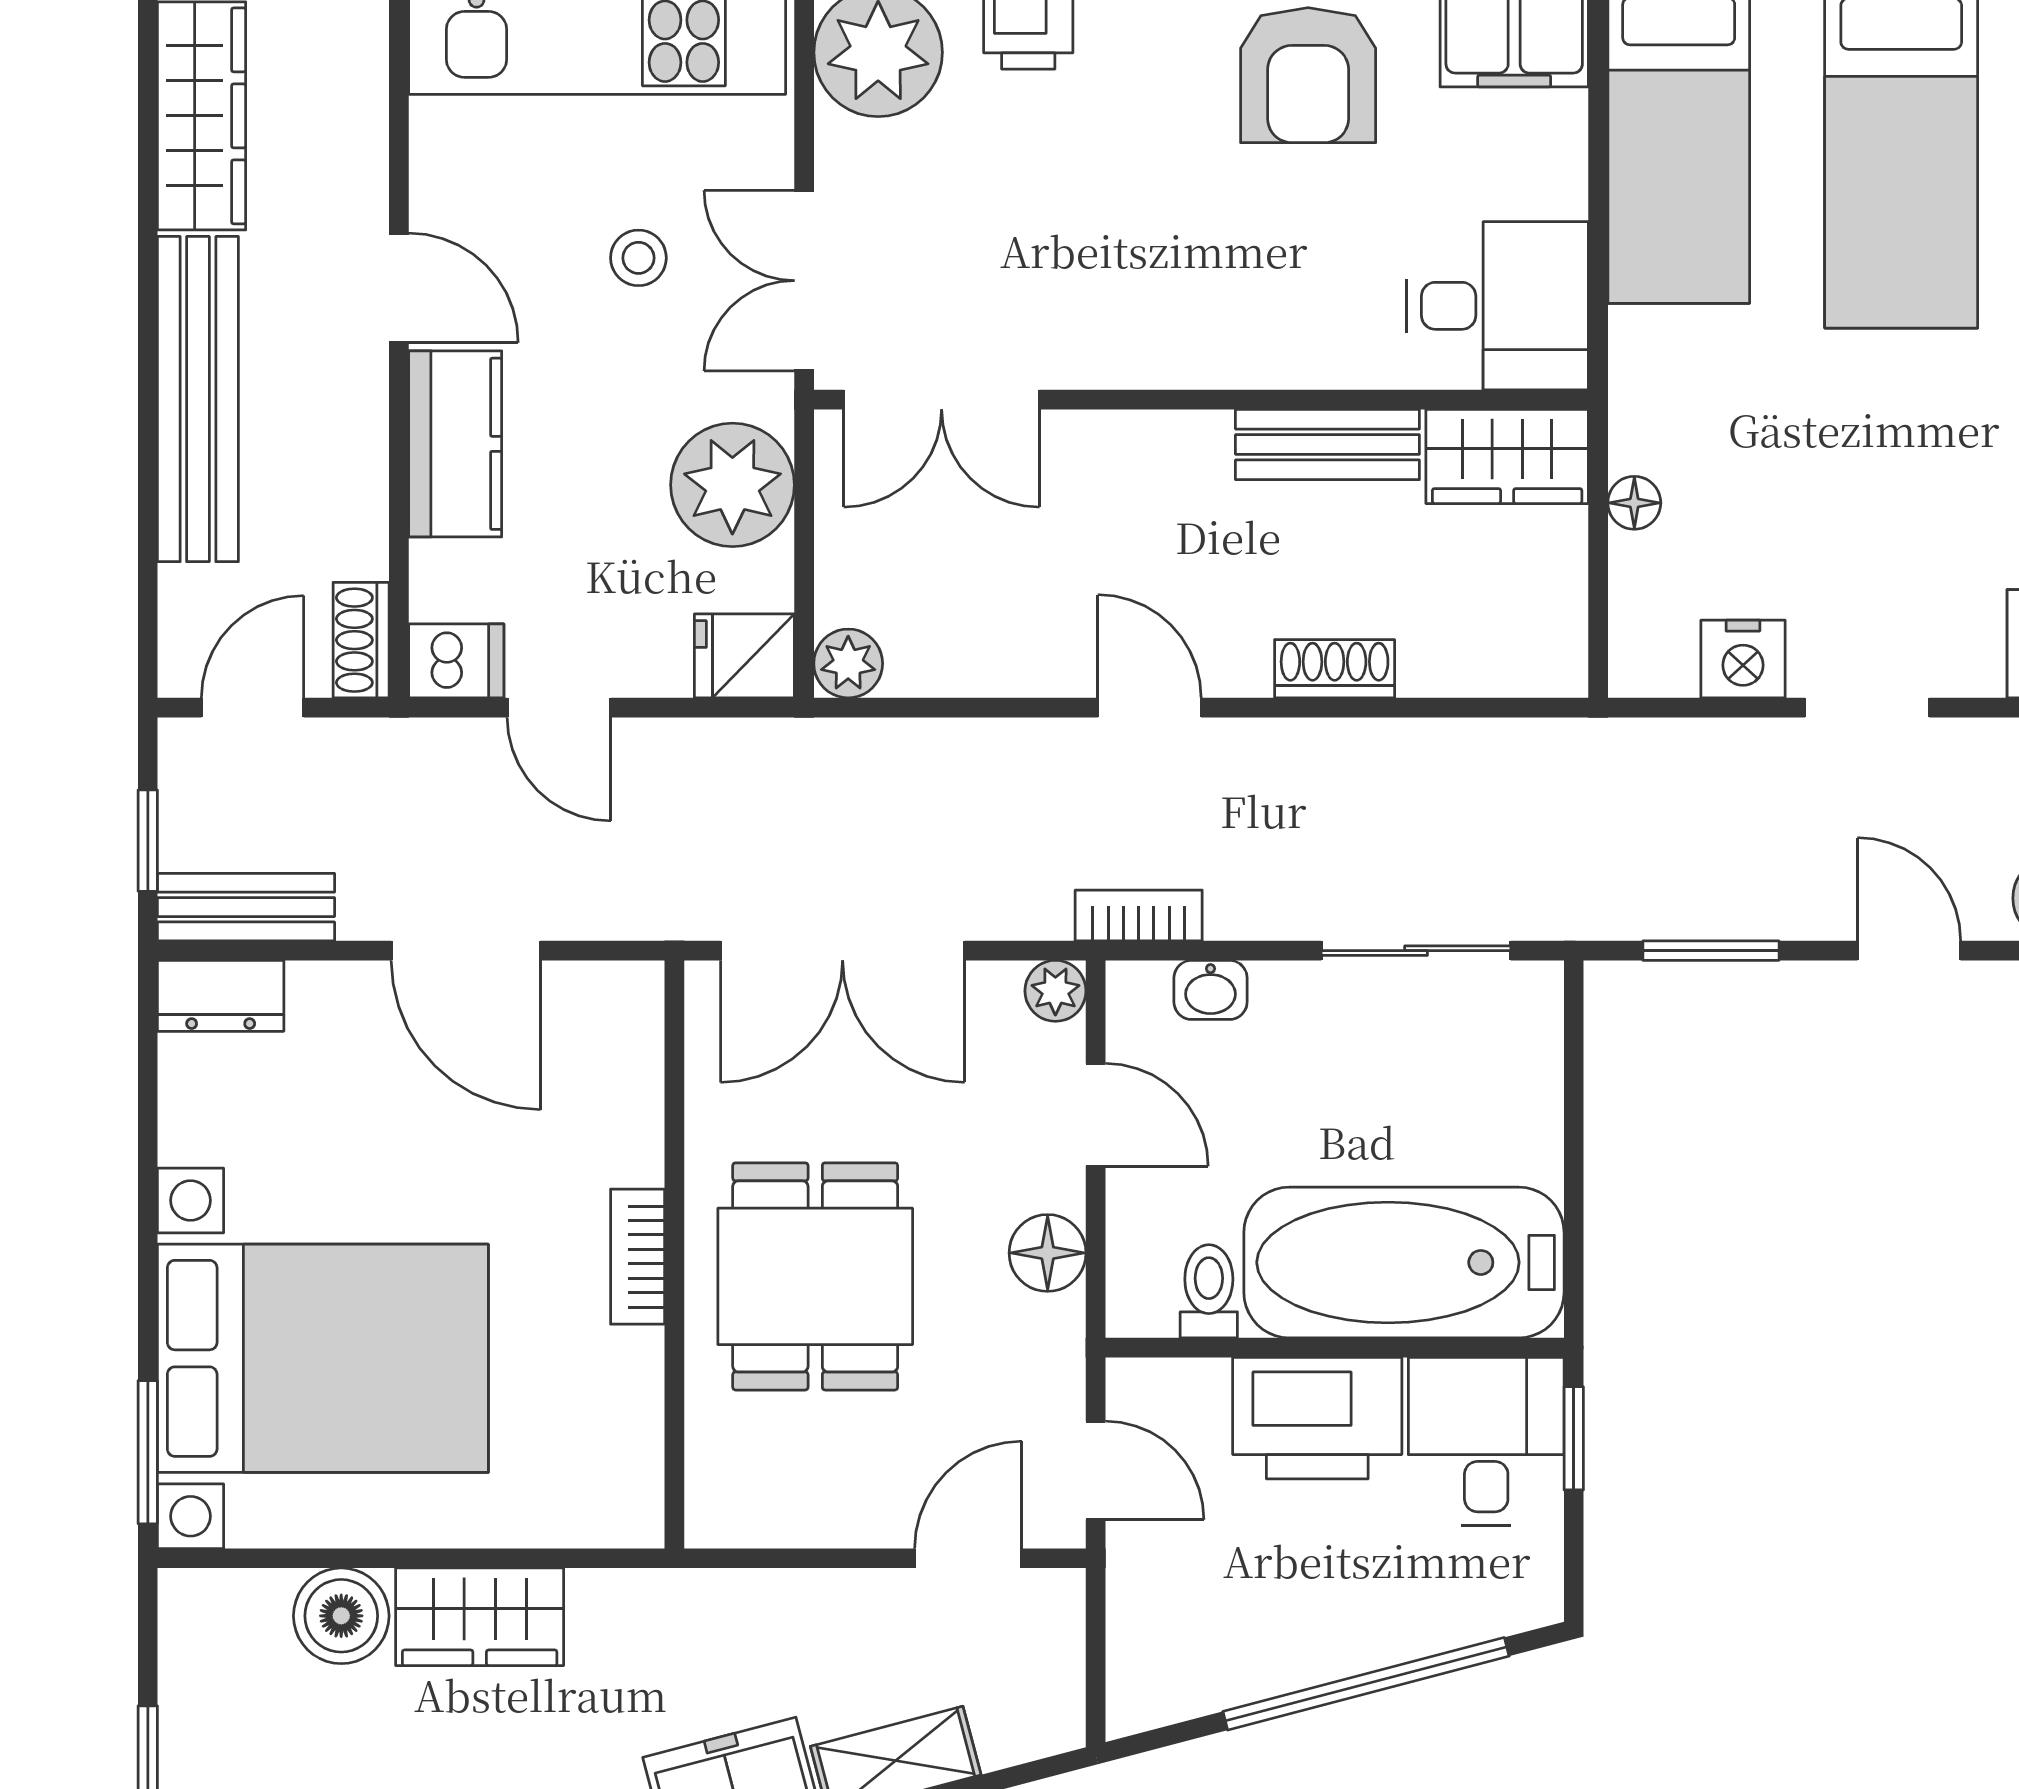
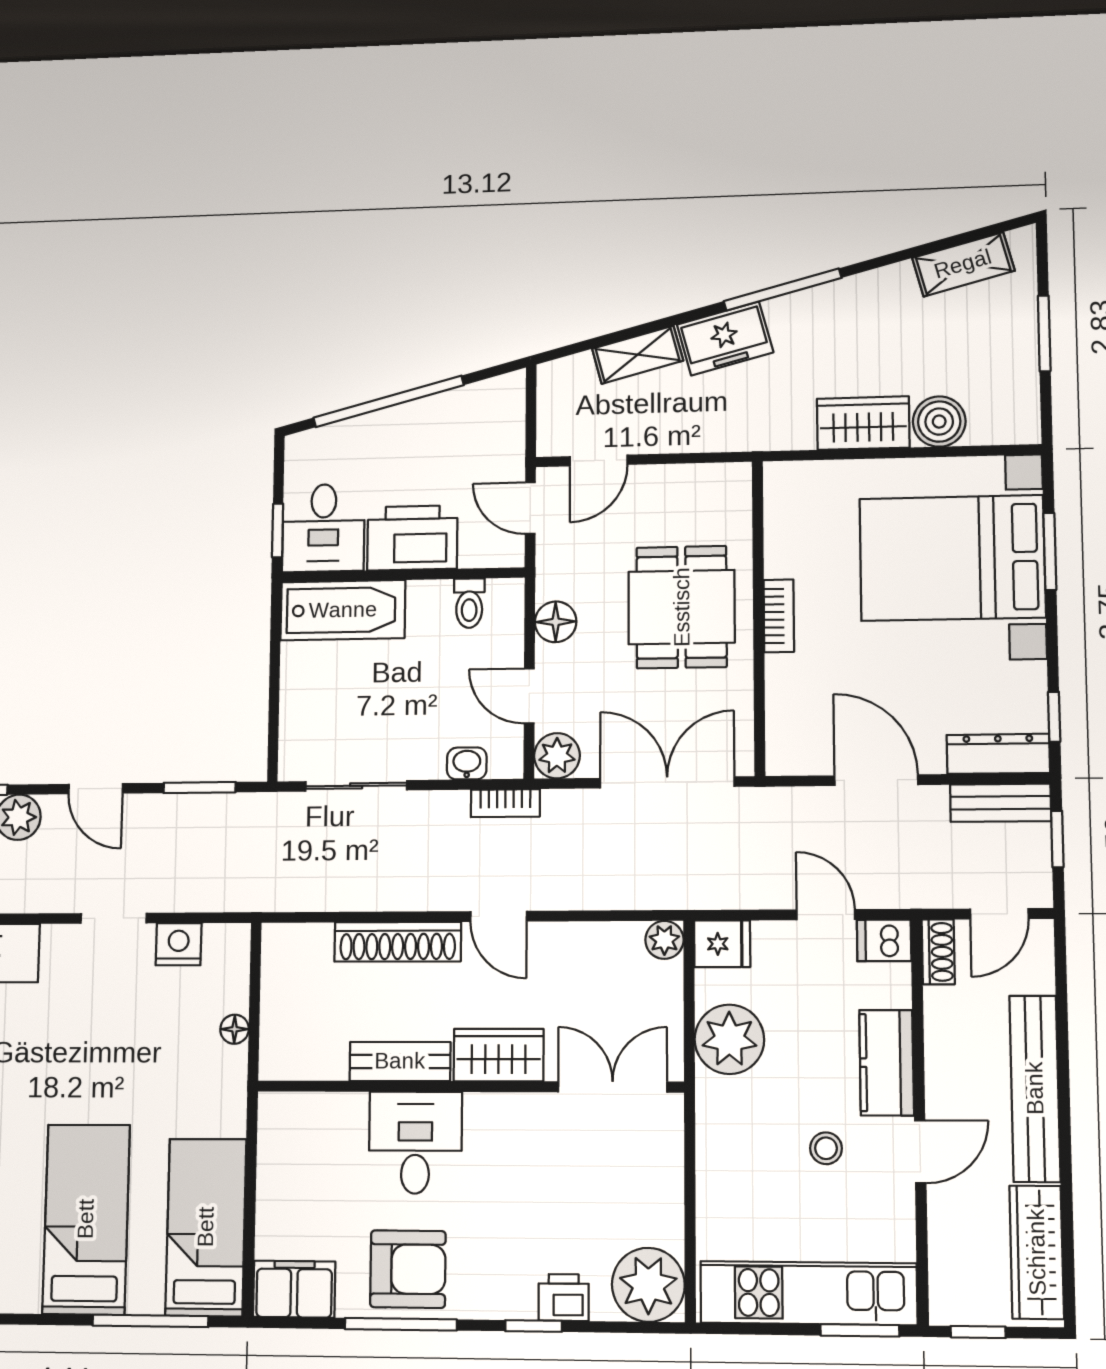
armchair: (1308, 75) -> (408, 1269), turned 90
stool: (638, 258) -> (826, 1148), moved
double door: (804, 281) -> (690, 1155), removed
door: (399, 288) -> (920, 1152), swing flipped
desk: (1498, 306) -> (415, 1143), moved, turned 90
wardrobe: (1507, 457) -> (499, 1055), moved
shoe rack: (1335, 669) -> (398, 942), width x1.94, depth x1.24
plant: (1055, 991) -> (557, 756), width x1.38, depth x1.38
dresser: (221, 996) -> (998, 754), width x1.44
window: (148, 1062) -> (1054, 717), added
bathtub: (1404, 1262) -> (343, 610), width x0.73, depth x0.73
window: (148, 1452) -> (1050, 551), moved

